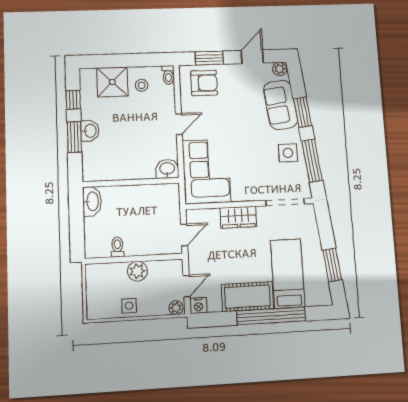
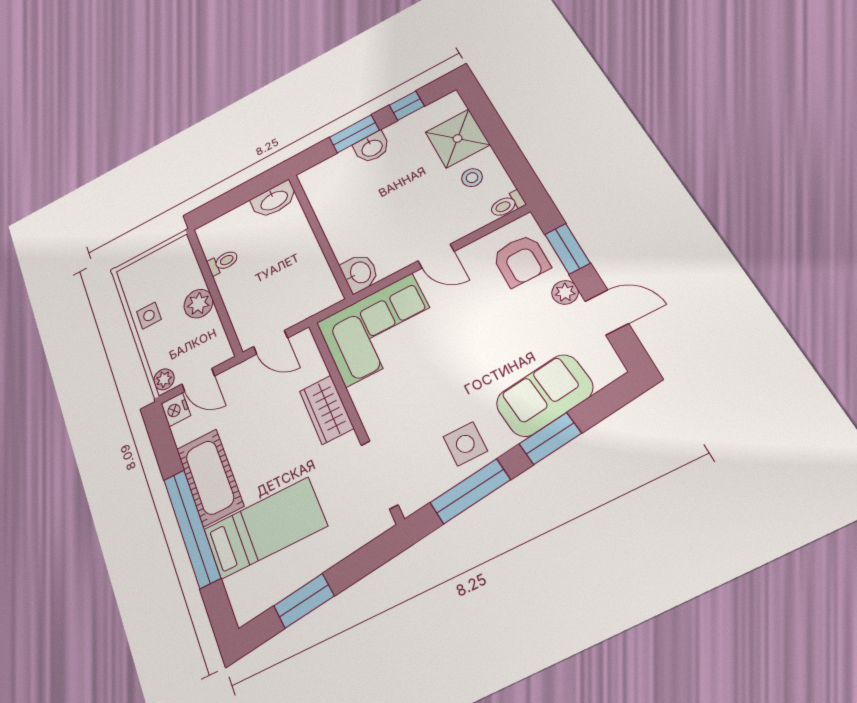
plant: (279, 69) -> (565, 292), moved

